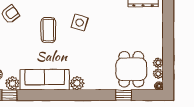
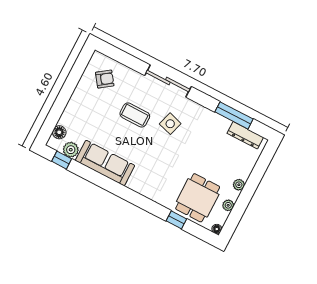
coffee table: (48, 30) -> (135, 115), turned 90
plant: (158, 74) -> (239, 185), moved
plant: (77, 83) -> (136, 183), removed

